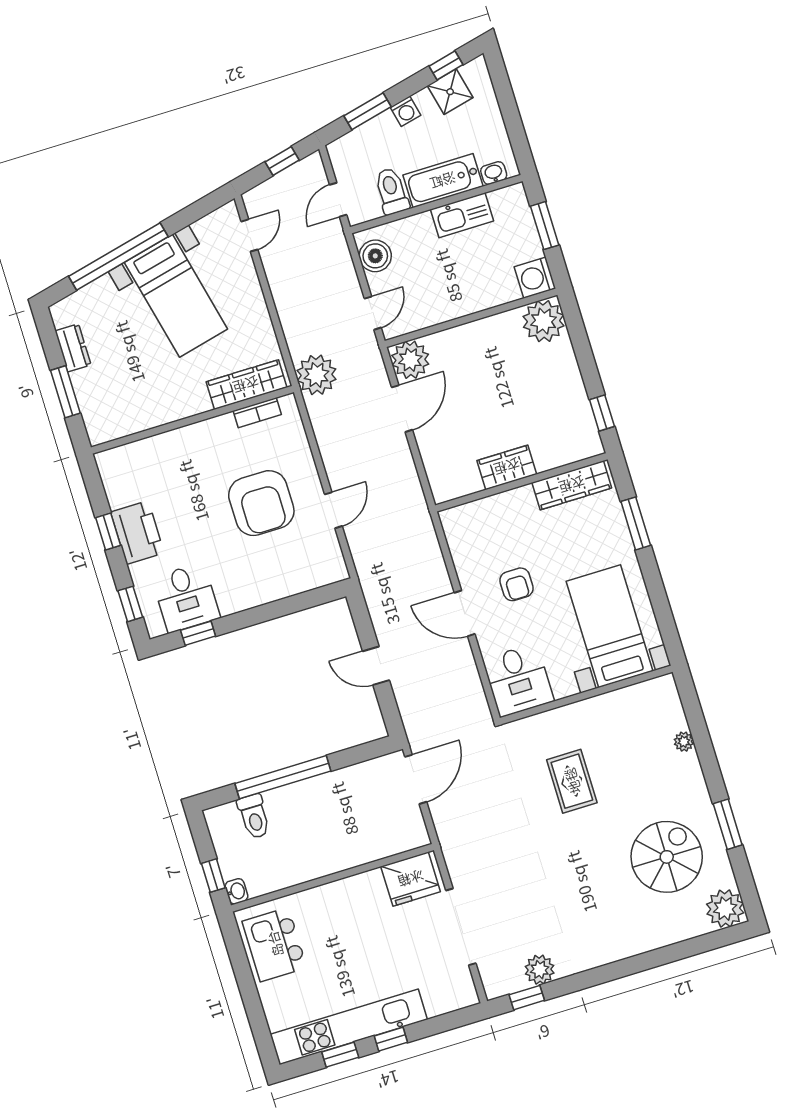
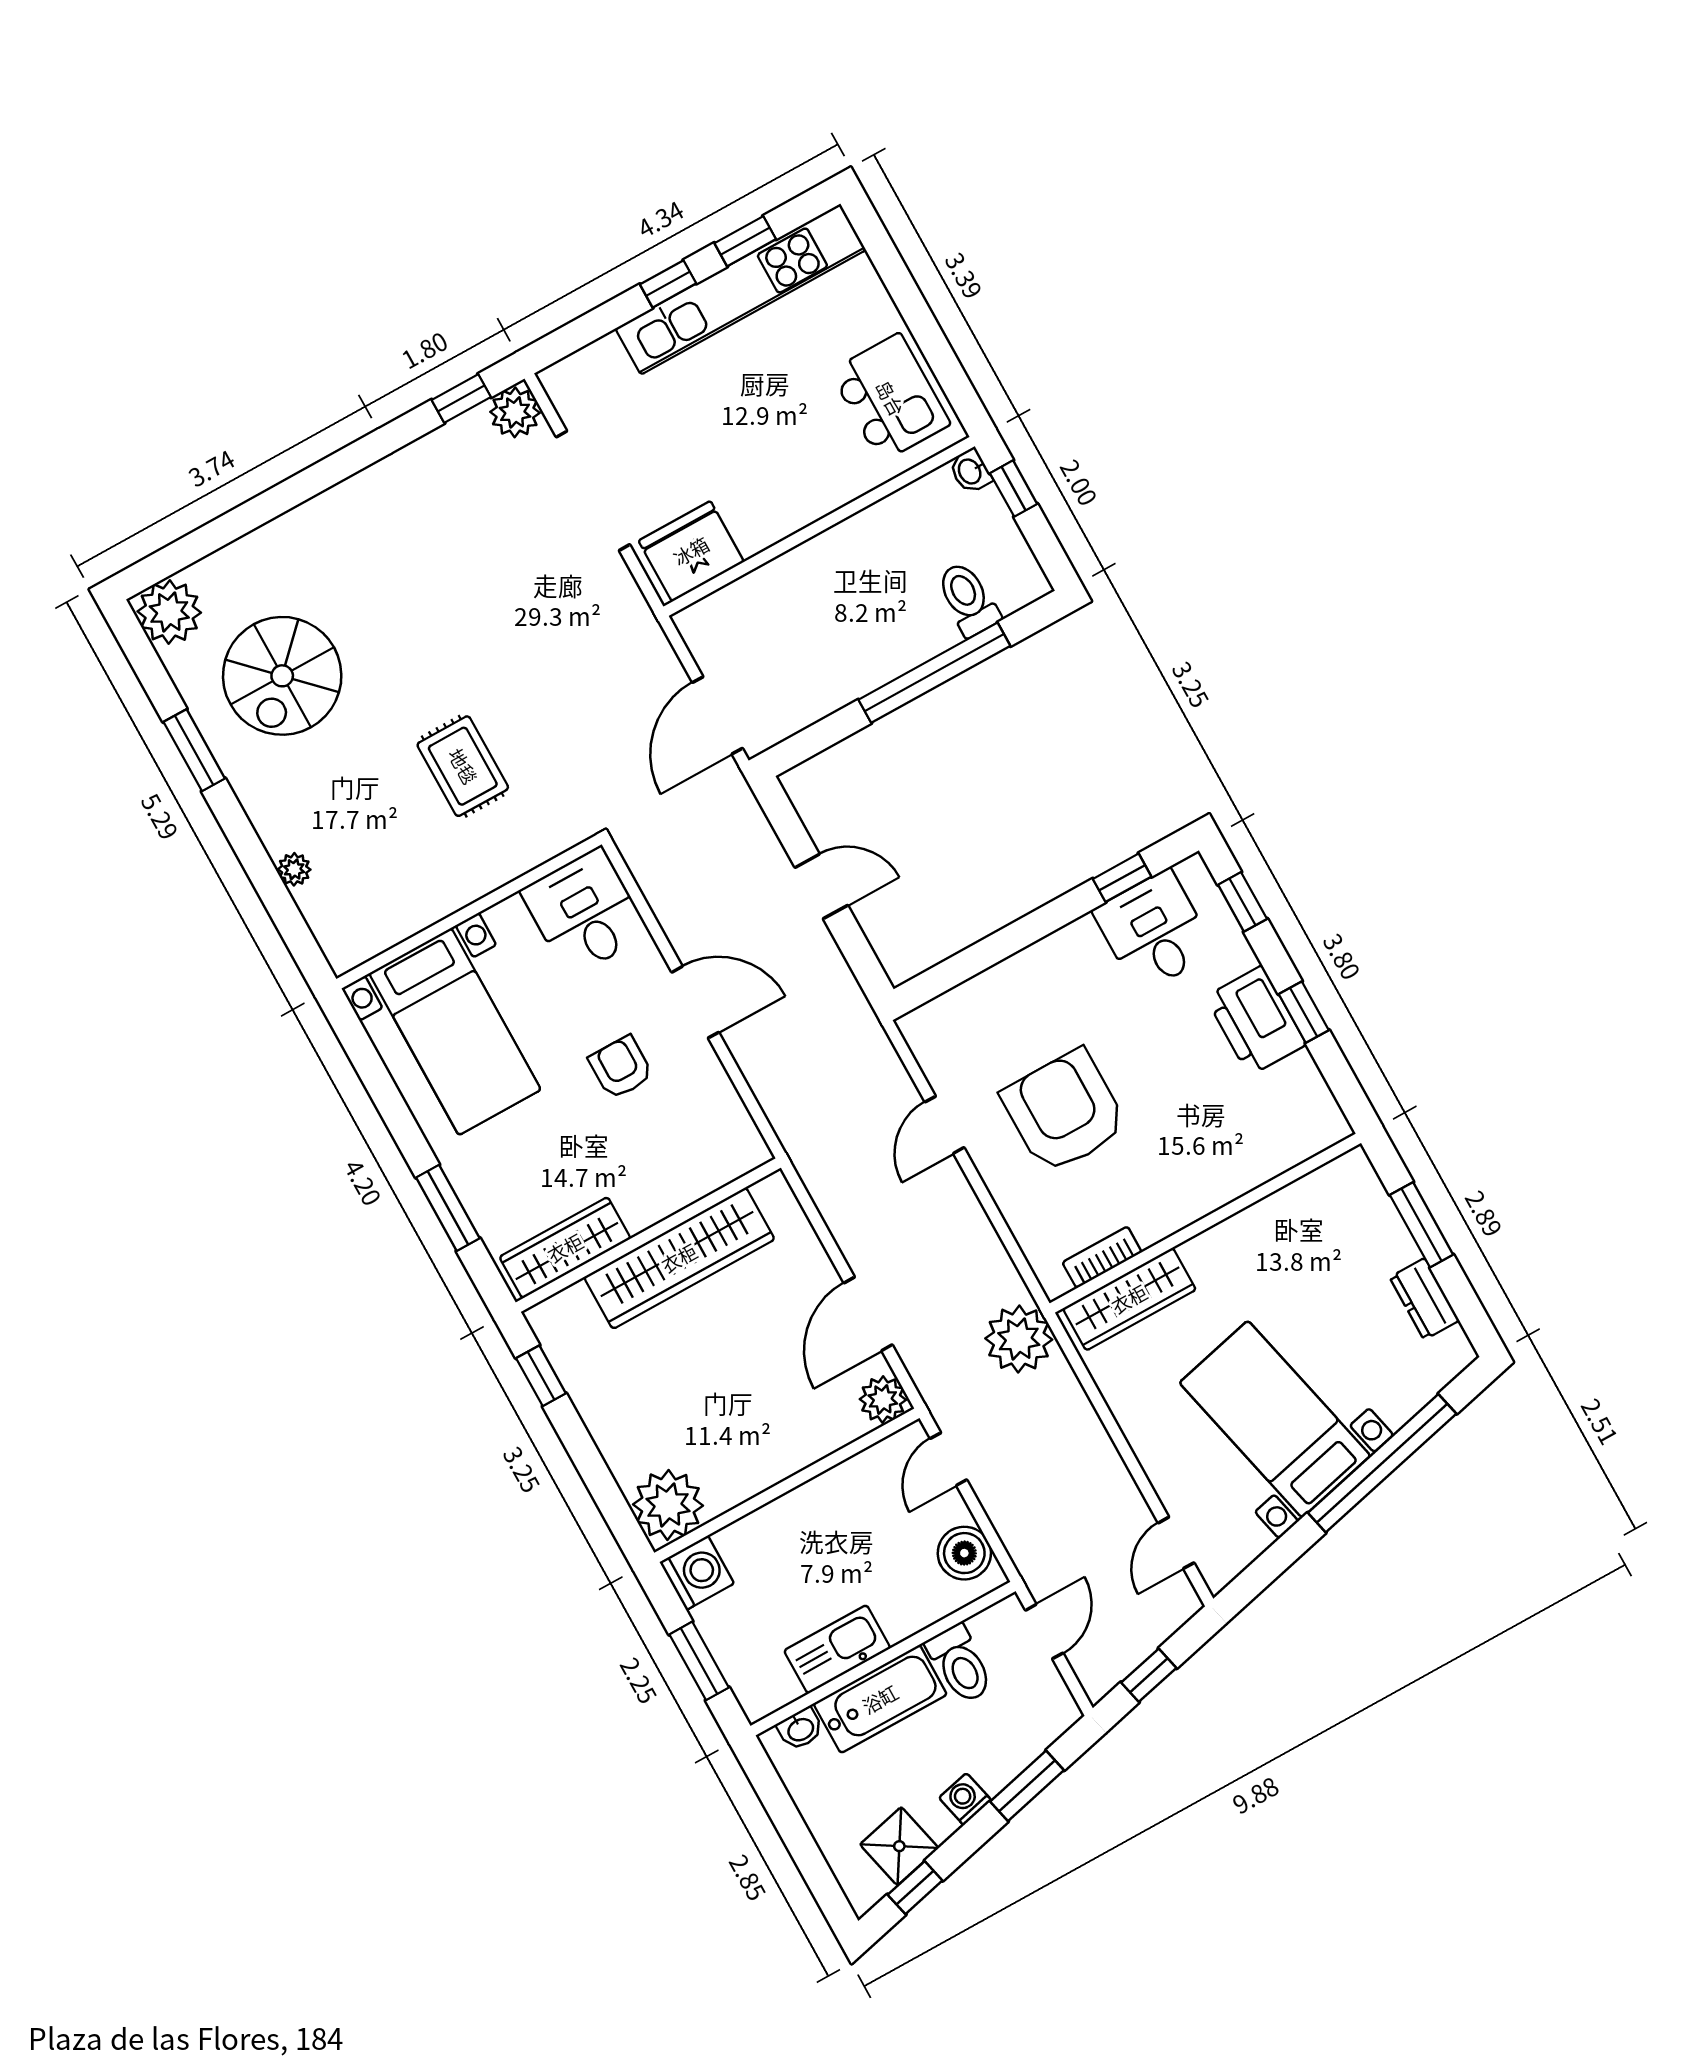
plant: (410, 360) -> (883, 1399), width x0.73, depth x0.73
wardrobe: (507, 467) -> (679, 1258), width x2.10, depth x1.17
plant: (540, 970) -> (515, 412), moved

